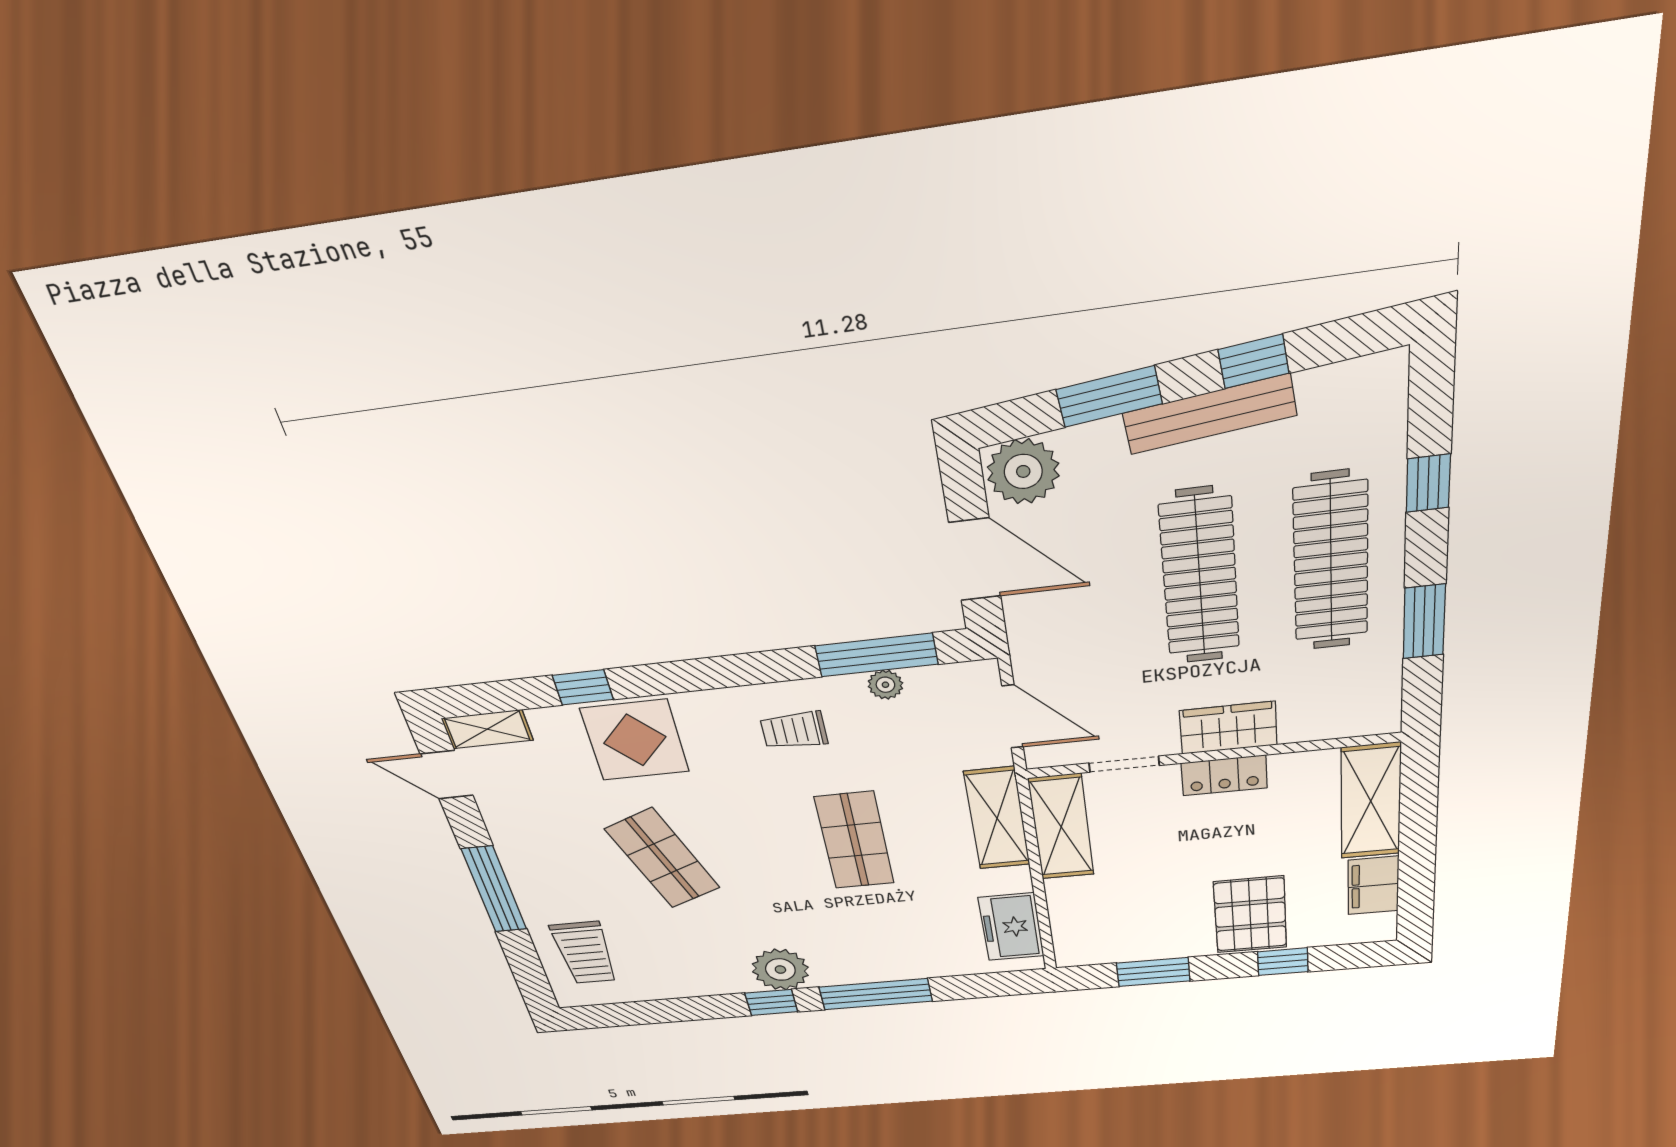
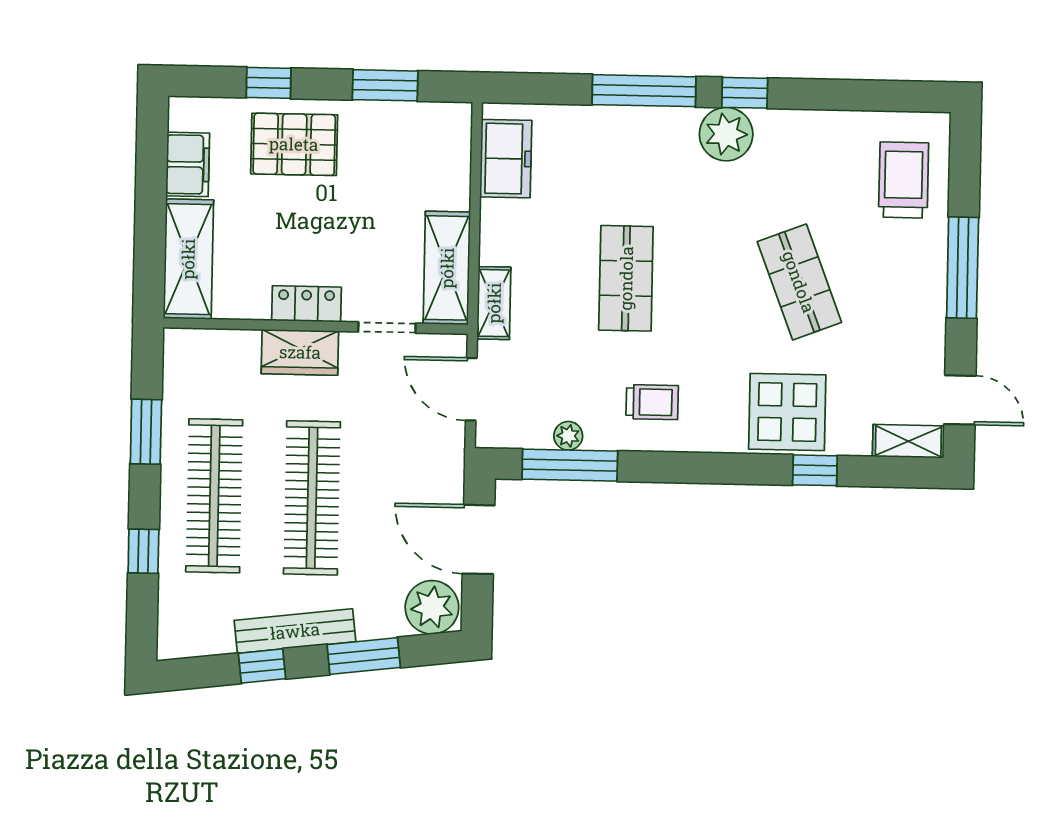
shelving: (997, 818) -> (494, 303), width x0.67, depth x0.75
pallet: (1250, 915) -> (294, 144), turned 90

